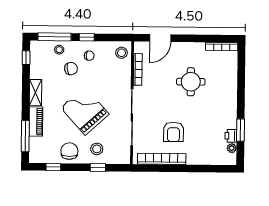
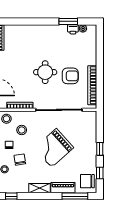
round table: (191, 82) -> (45, 72), moved
stool: (97, 149) -> (22, 130), moved
chair: (69, 151) -> (87, 181), moved
window: (98, 167) -> (100, 149), moved

